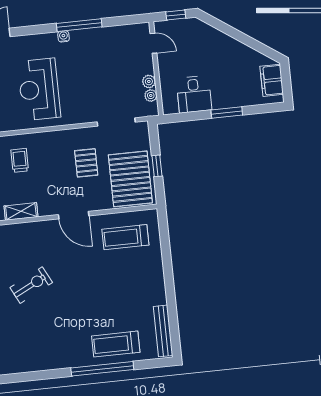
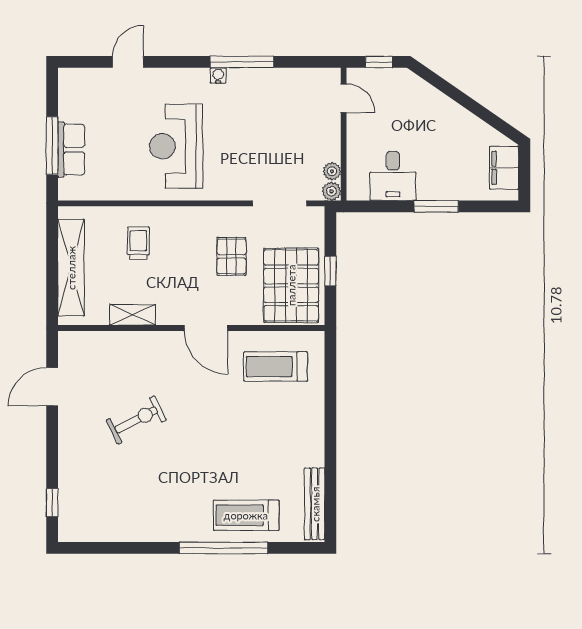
plant: (149, 81) -> (331, 191), moved

